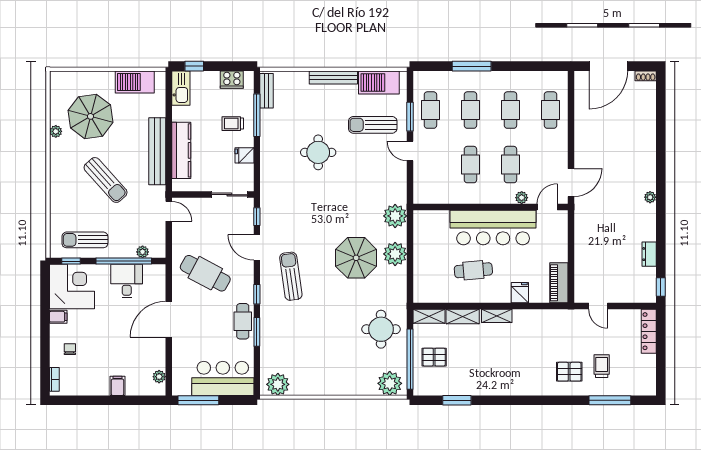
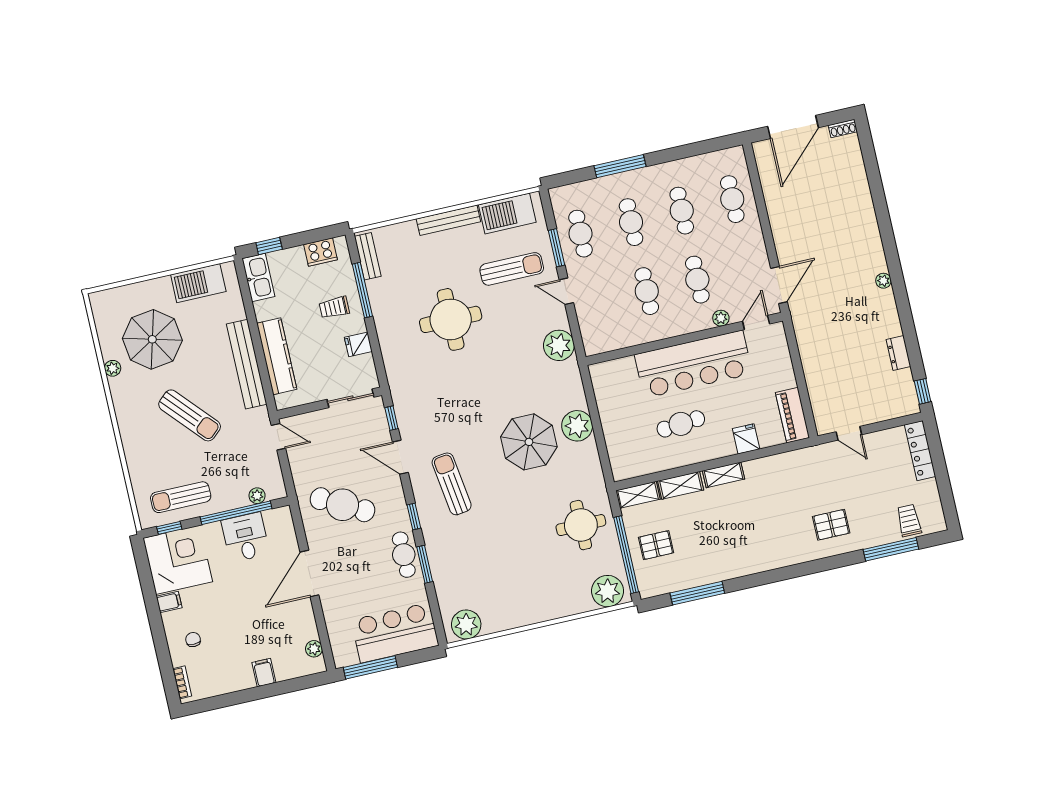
sun lounger: (373, 125) -> (512, 269), turned 180
round table: (318, 152) -> (451, 319), width x1.36, depth x1.36
plant: (395, 216) -> (559, 345), moved
trolley: (602, 366) -> (909, 521), moved
window: (457, 400) -> (697, 593), width x1.44

